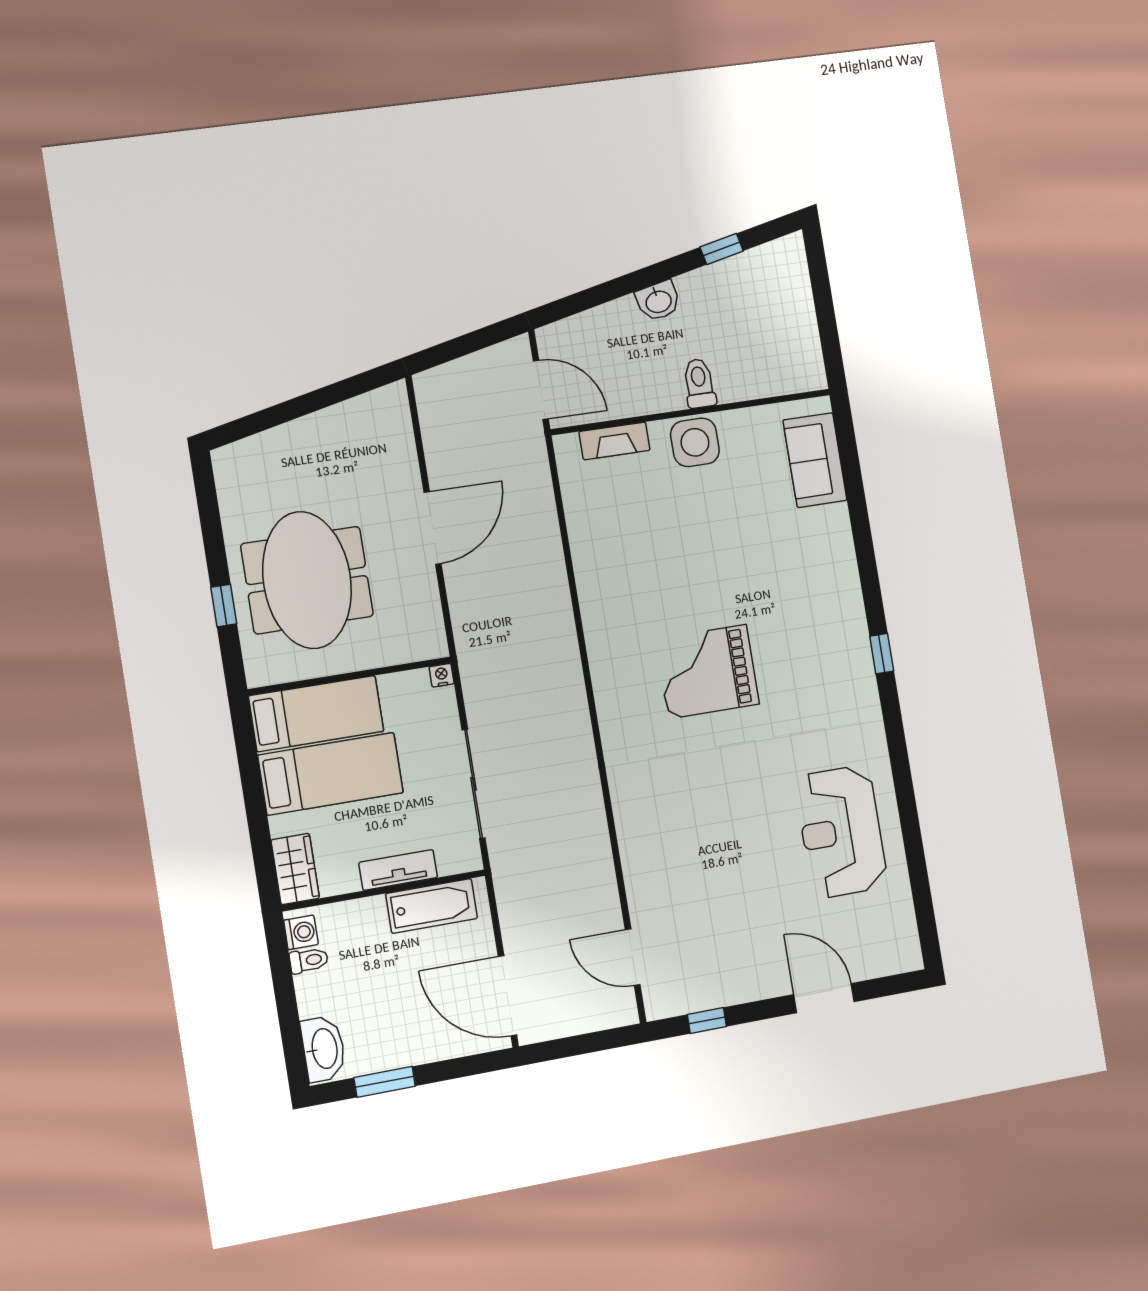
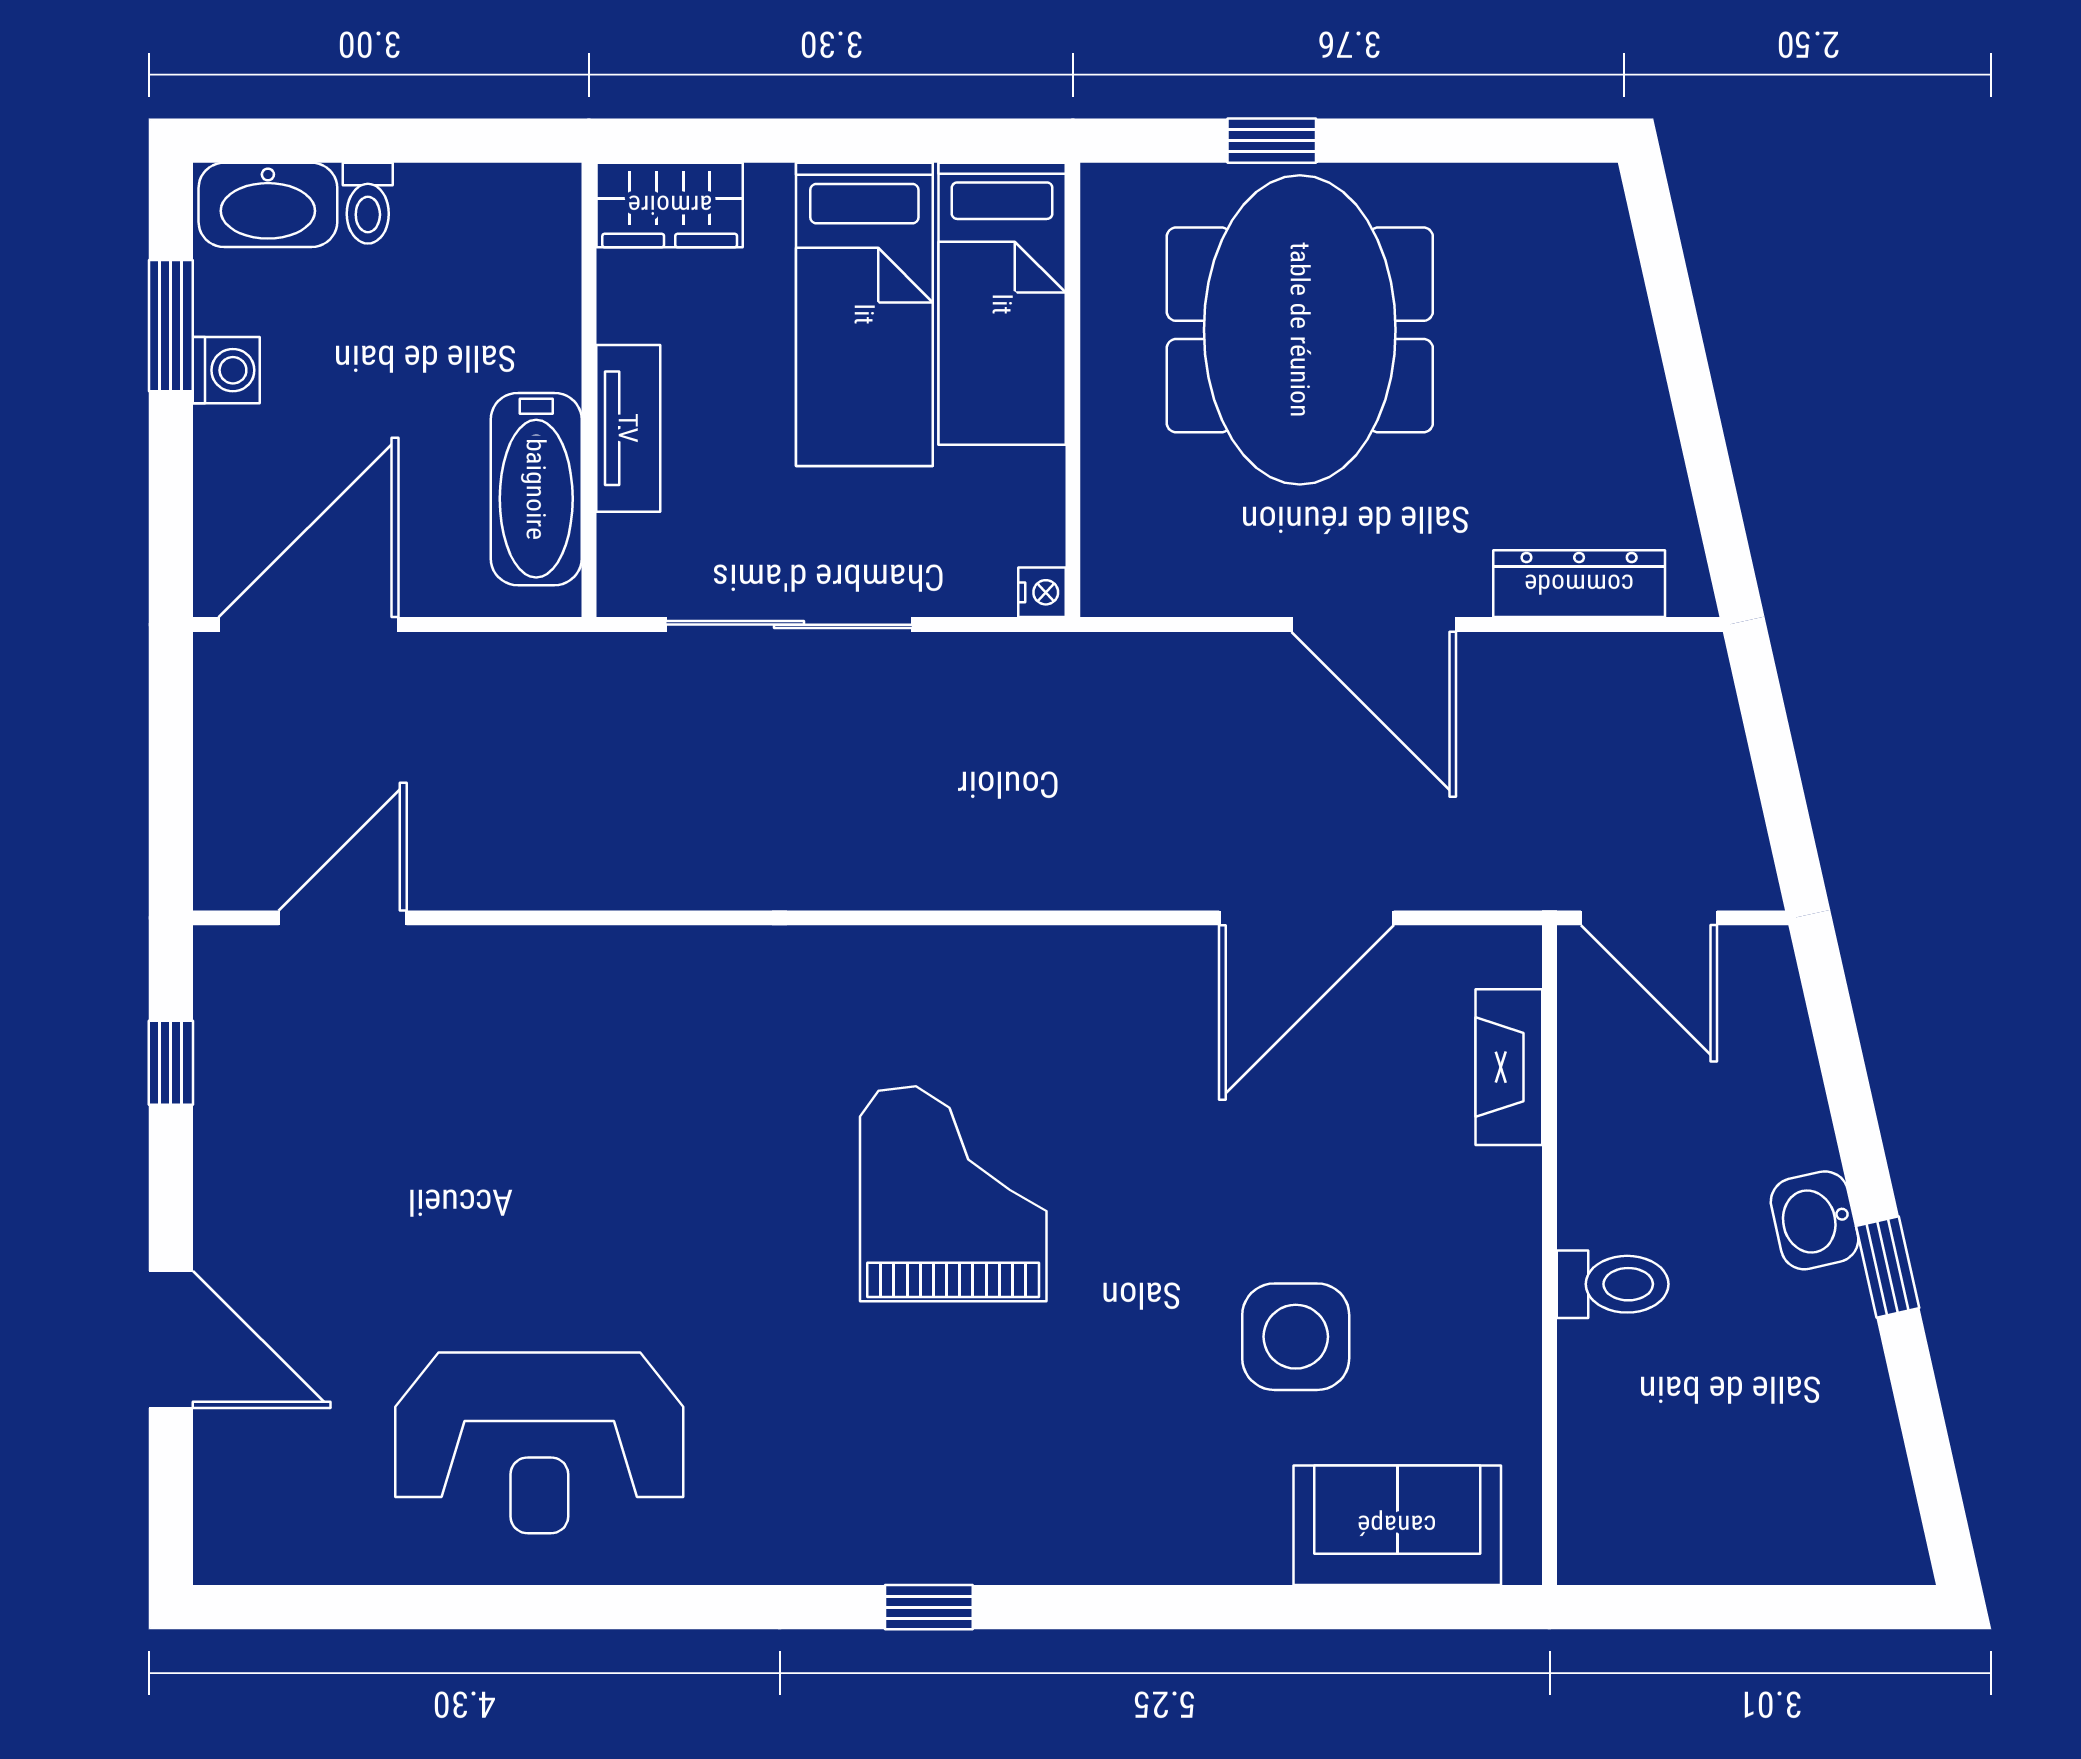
window: (722, 249) -> (1888, 1267), moved
door: (541, 390) -> (1649, 918), hinge flipped
dresser: (400, 441) -> (1579, 584), added
side table: (695, 442) -> (1296, 1337), moved
door: (565, 538) -> (1306, 918), added
meeting table: (307, 580) -> (1300, 330), turned 90
reception desk: (841, 832) -> (539, 1443), turned 180
washing machine: (301, 932) -> (226, 370), moved, turned -90
toilet: (309, 960) -> (368, 203), moved
door: (824, 998) -> (171, 1339), hinge flipped

